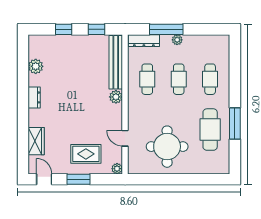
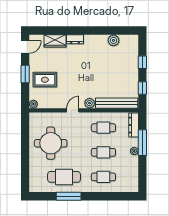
dresser: (34, 97) -> (75, 39), moved
door: (125, 138) -> (73, 110), moved
rug: (86, 154) -> (45, 80), turned 90

